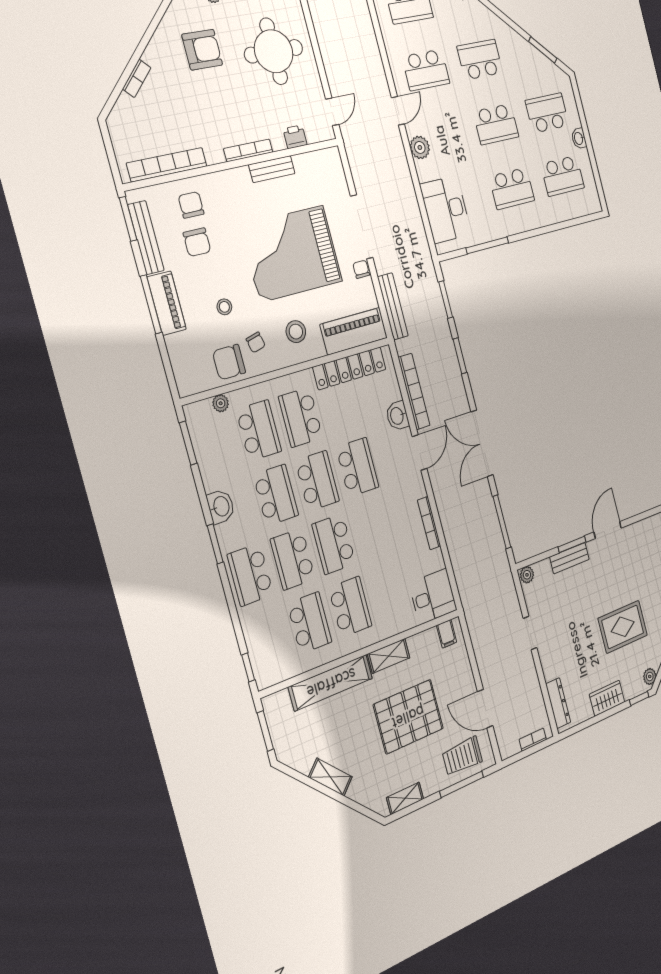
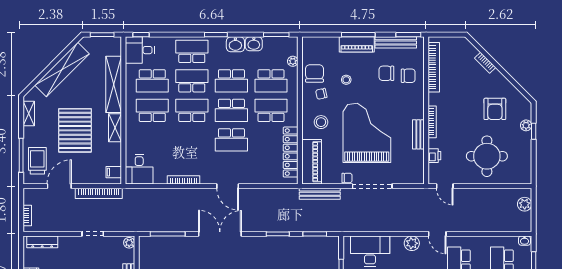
bookcase: (414, 391) -> (99, 193), moved
washbasin: (397, 416) -> (254, 44), moved, turned 180
school desk: (350, 607) -> (152, 110), turned 180
desk: (271, 661) -> (140, 50), added
shelving: (330, 777) -> (62, 69), width x2.20, depth x1.33

